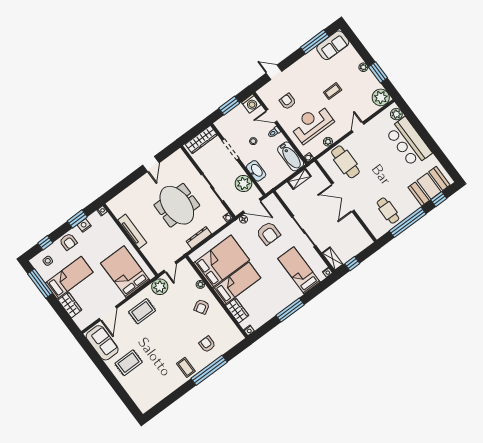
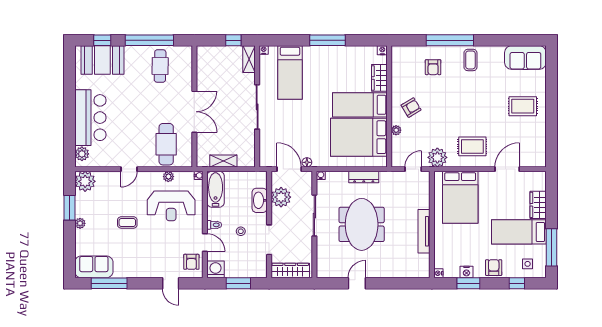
armchair: (288, 101) -> (191, 262), moved
armchair: (268, 233) -> (293, 131), removed
sofa: (102, 343) -> (525, 58), moved, turned -90

